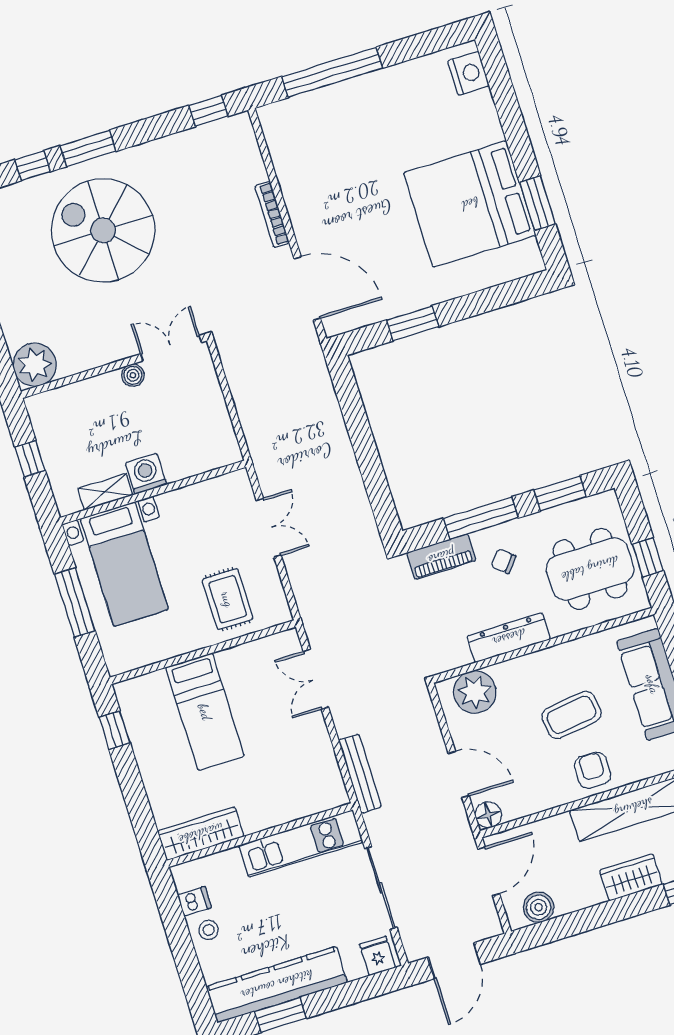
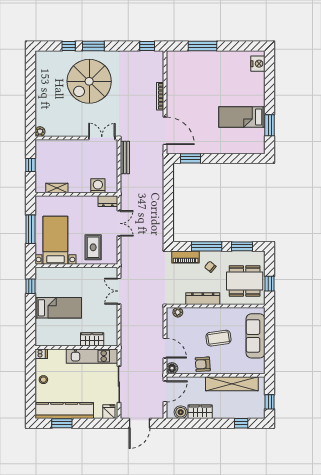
window: (332, 72) -> (203, 46), width x0.68
bed: (470, 204) -> (242, 117), width x0.49
spiral stairs: (103, 230) -> (89, 81), turned -90
window: (413, 323) -> (191, 158), moved
plant: (35, 365) -> (40, 132), width x0.53, depth x0.53
boiler: (133, 375) -> (83, 144), removed
washing machine: (146, 474) -> (98, 186), moved
dresser: (228, 486) -> (108, 201), added
bed with nightstands: (124, 564) -> (55, 240), moved, turned 180
plant: (475, 692) -> (178, 312), width x0.53, depth x0.53
bed: (205, 712) -> (58, 308), moved, turned -90
armchair: (593, 770) -> (203, 364), moved, turned -93
bench: (360, 774) -> (125, 157), moved
wardrobe: (201, 834) -> (92, 339), moved, width x0.67
wardrobe: (631, 877) -> (200, 412), moved
dishwasher: (194, 901) -> (41, 354), moved

